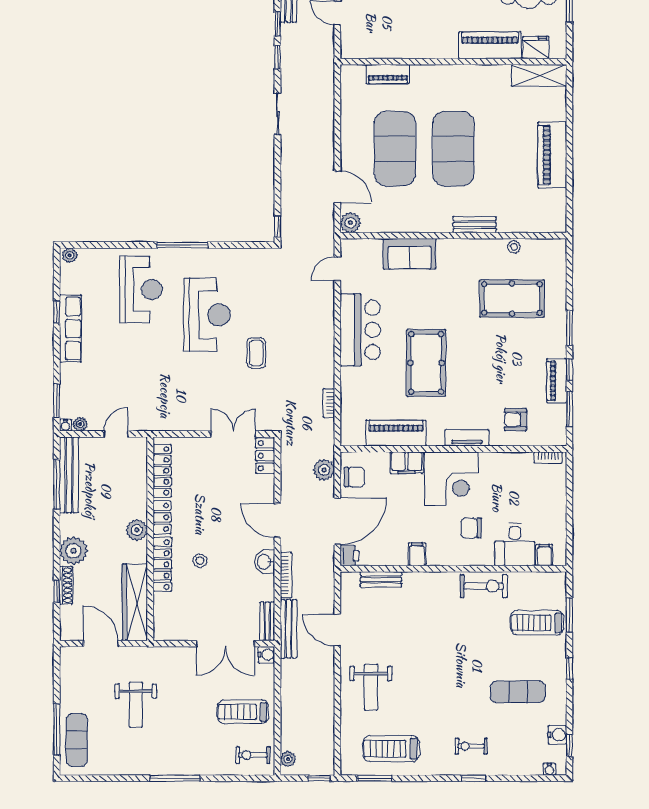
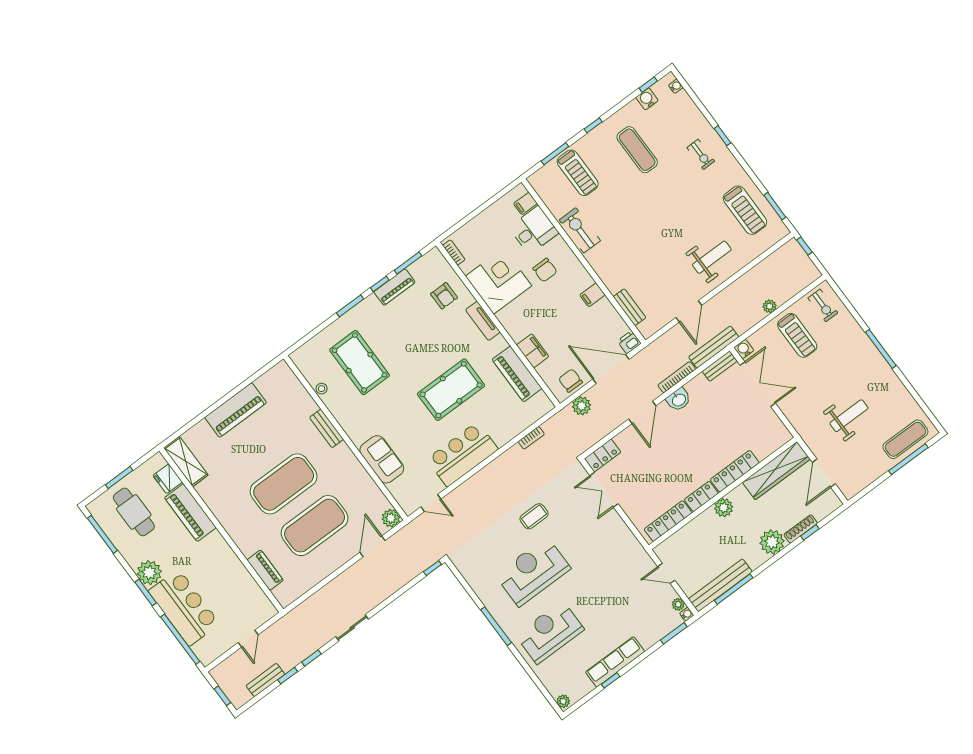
corner desk: (451, 479) -> (498, 281), moved
stool: (200, 561) -> (712, 446), removed
plant: (288, 759) -> (770, 306), moved

